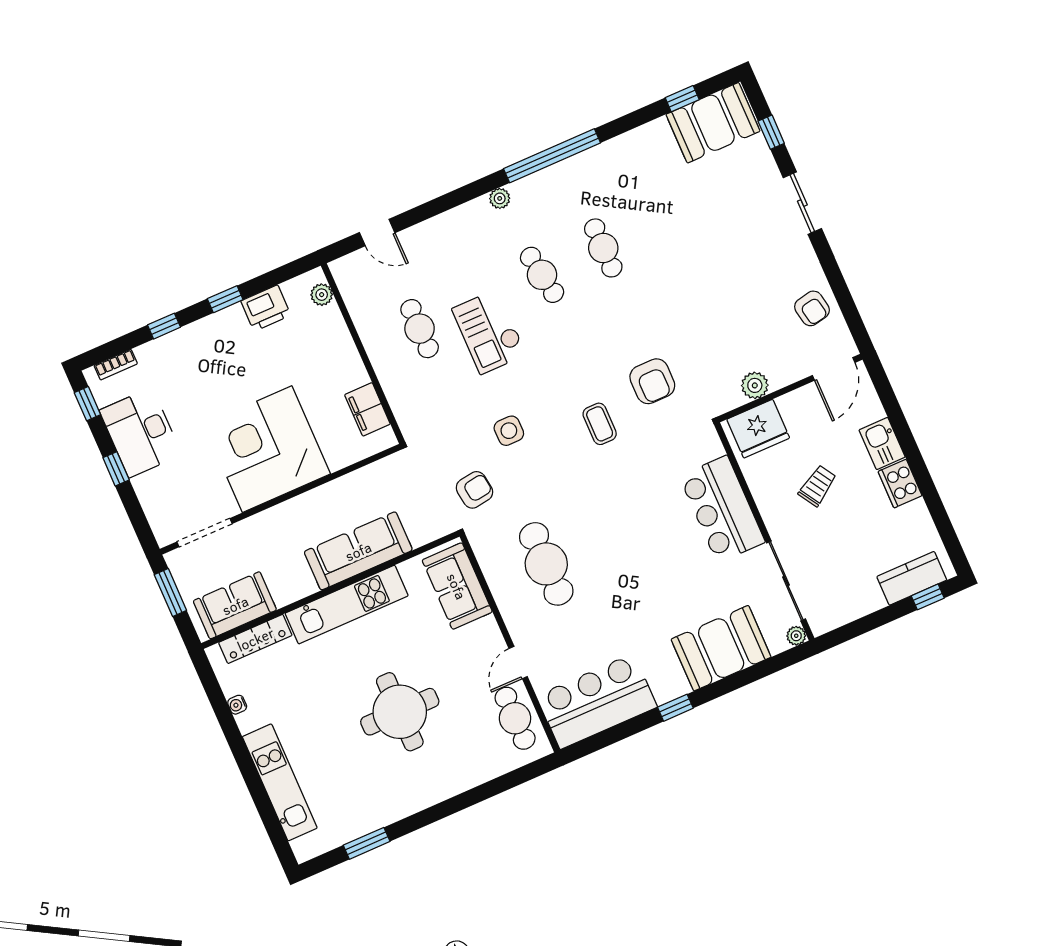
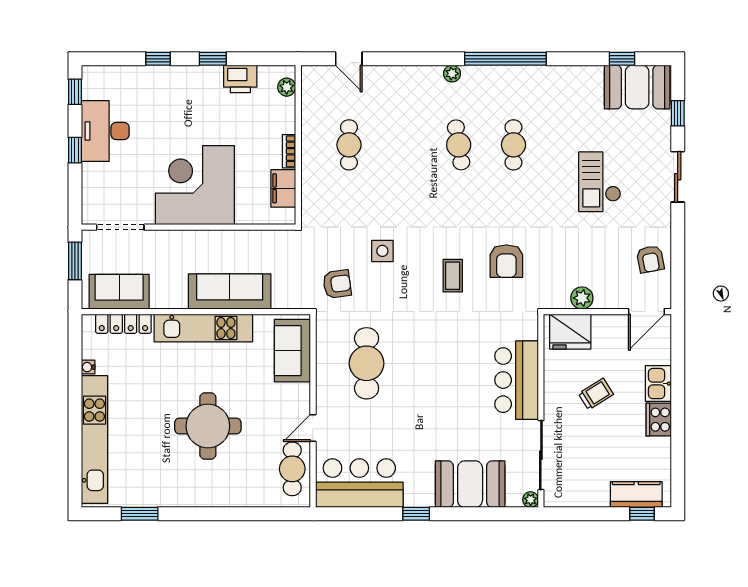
checkout: (489, 332) -> (600, 182), moved
bookcase: (116, 365) -> (289, 151), moved, turned 90
kitchen unit: (280, 782) -> (94, 439), width x1.36

